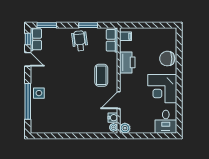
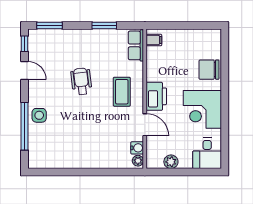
row of seats: (36, 39) -> (35, 44), removed
wheelchair: (80, 41) -> (81, 81), moved
printer: (127, 62) -> (156, 96), moved
door: (119, 100) -> (145, 125), swing flipped
plant: (125, 128) -> (171, 162), moved

